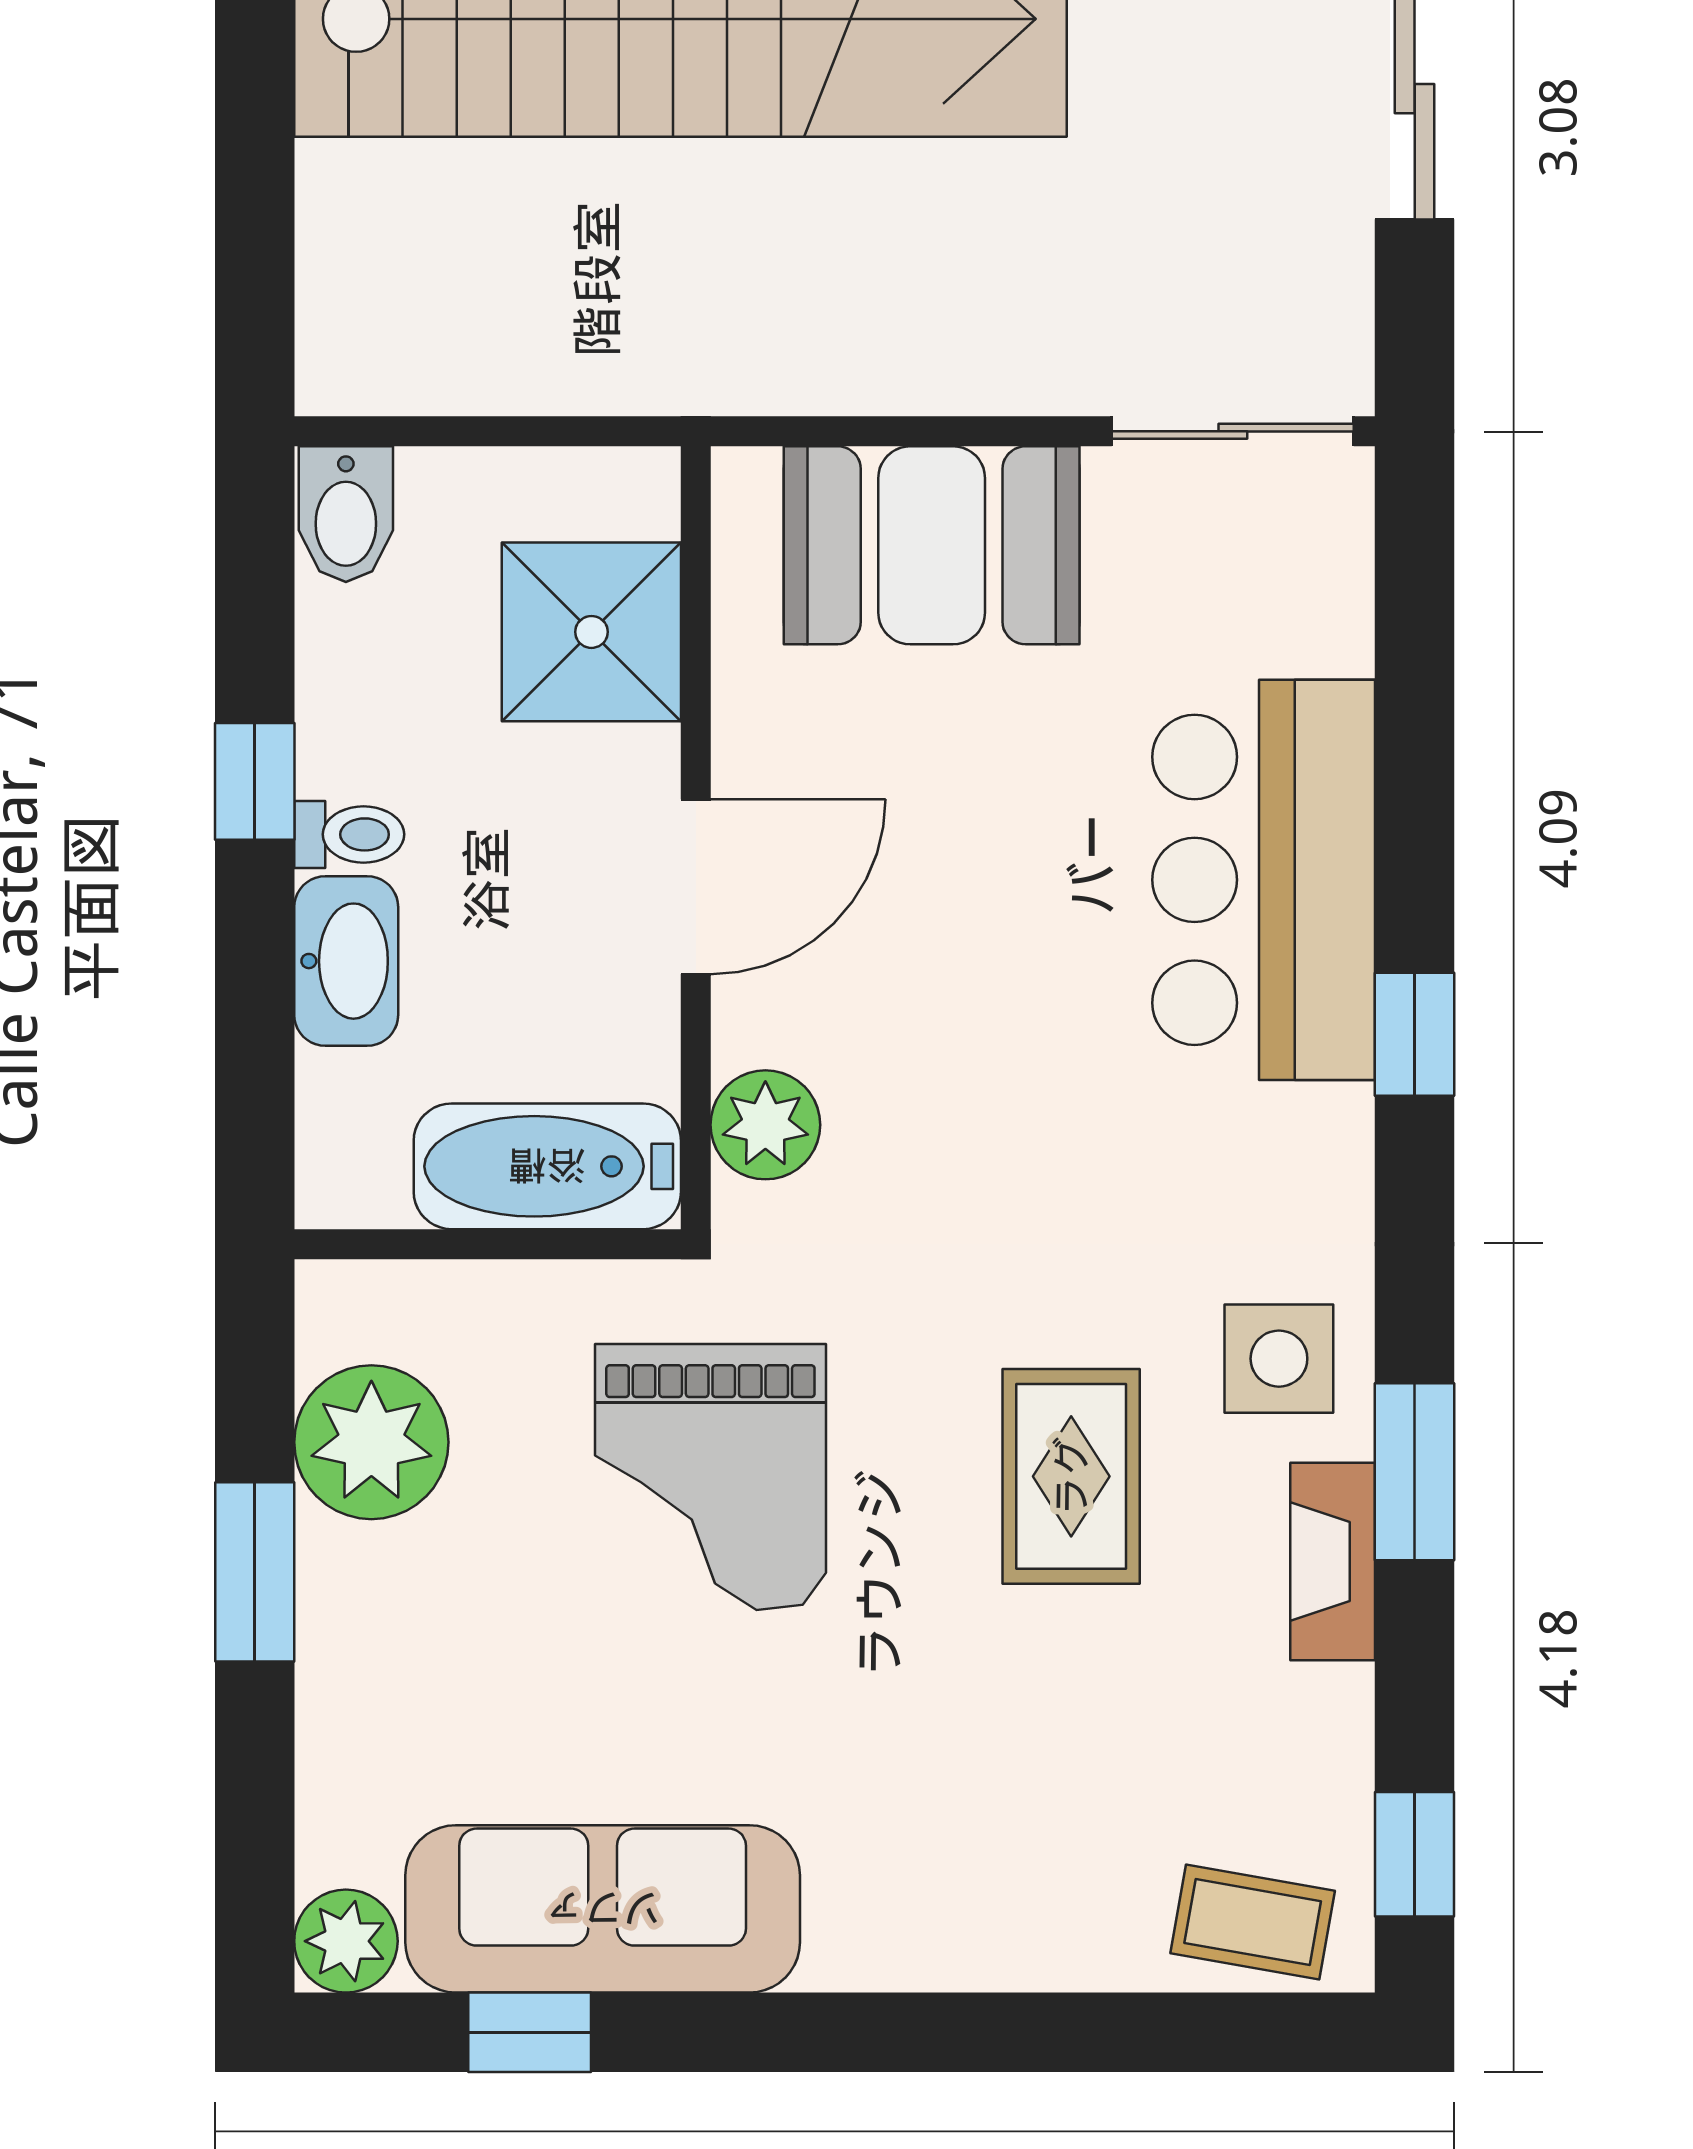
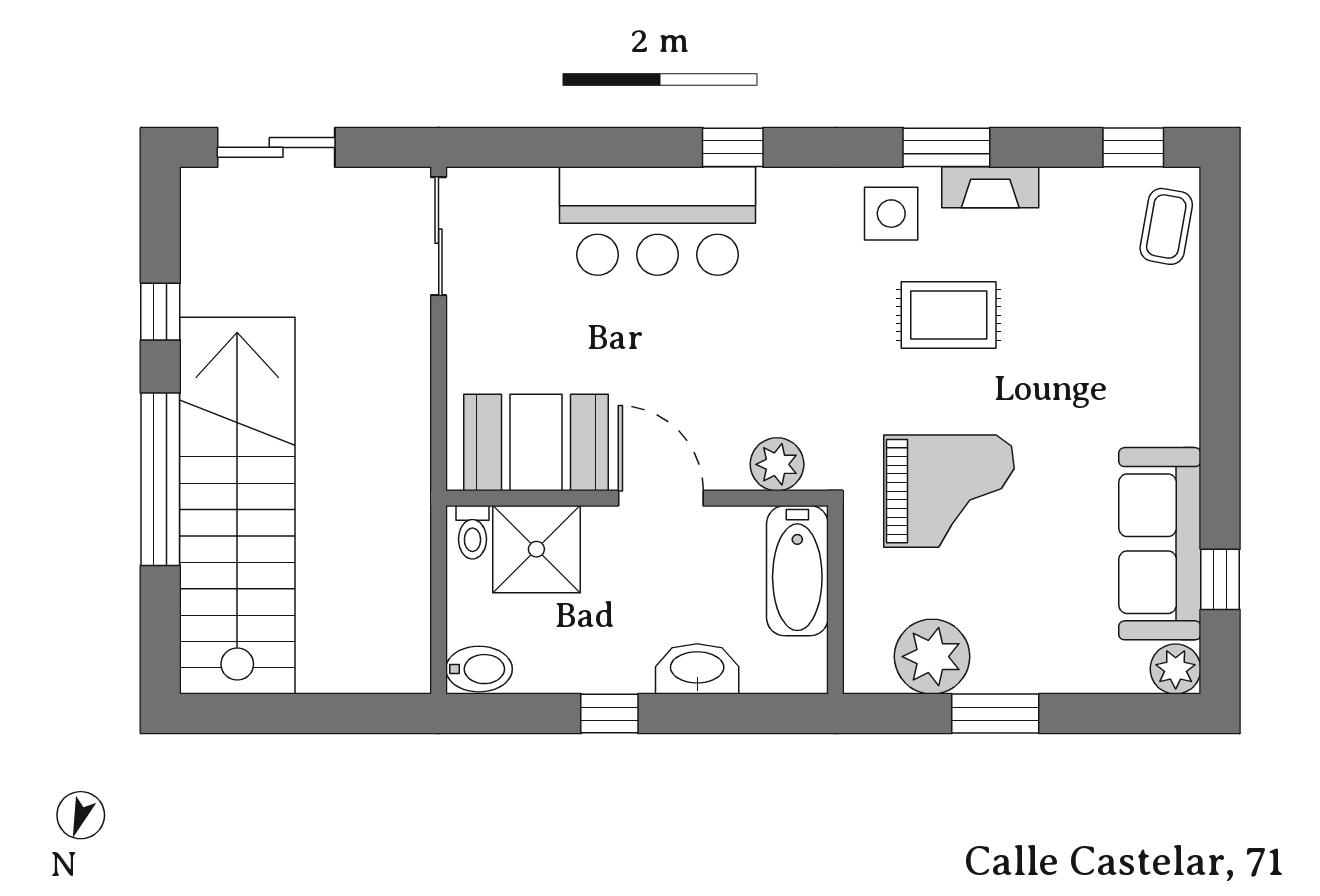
booth: (932, 545) -> (536, 443), moved, turned 90
toilet: (349, 834) -> (472, 532), moved, turned 180

